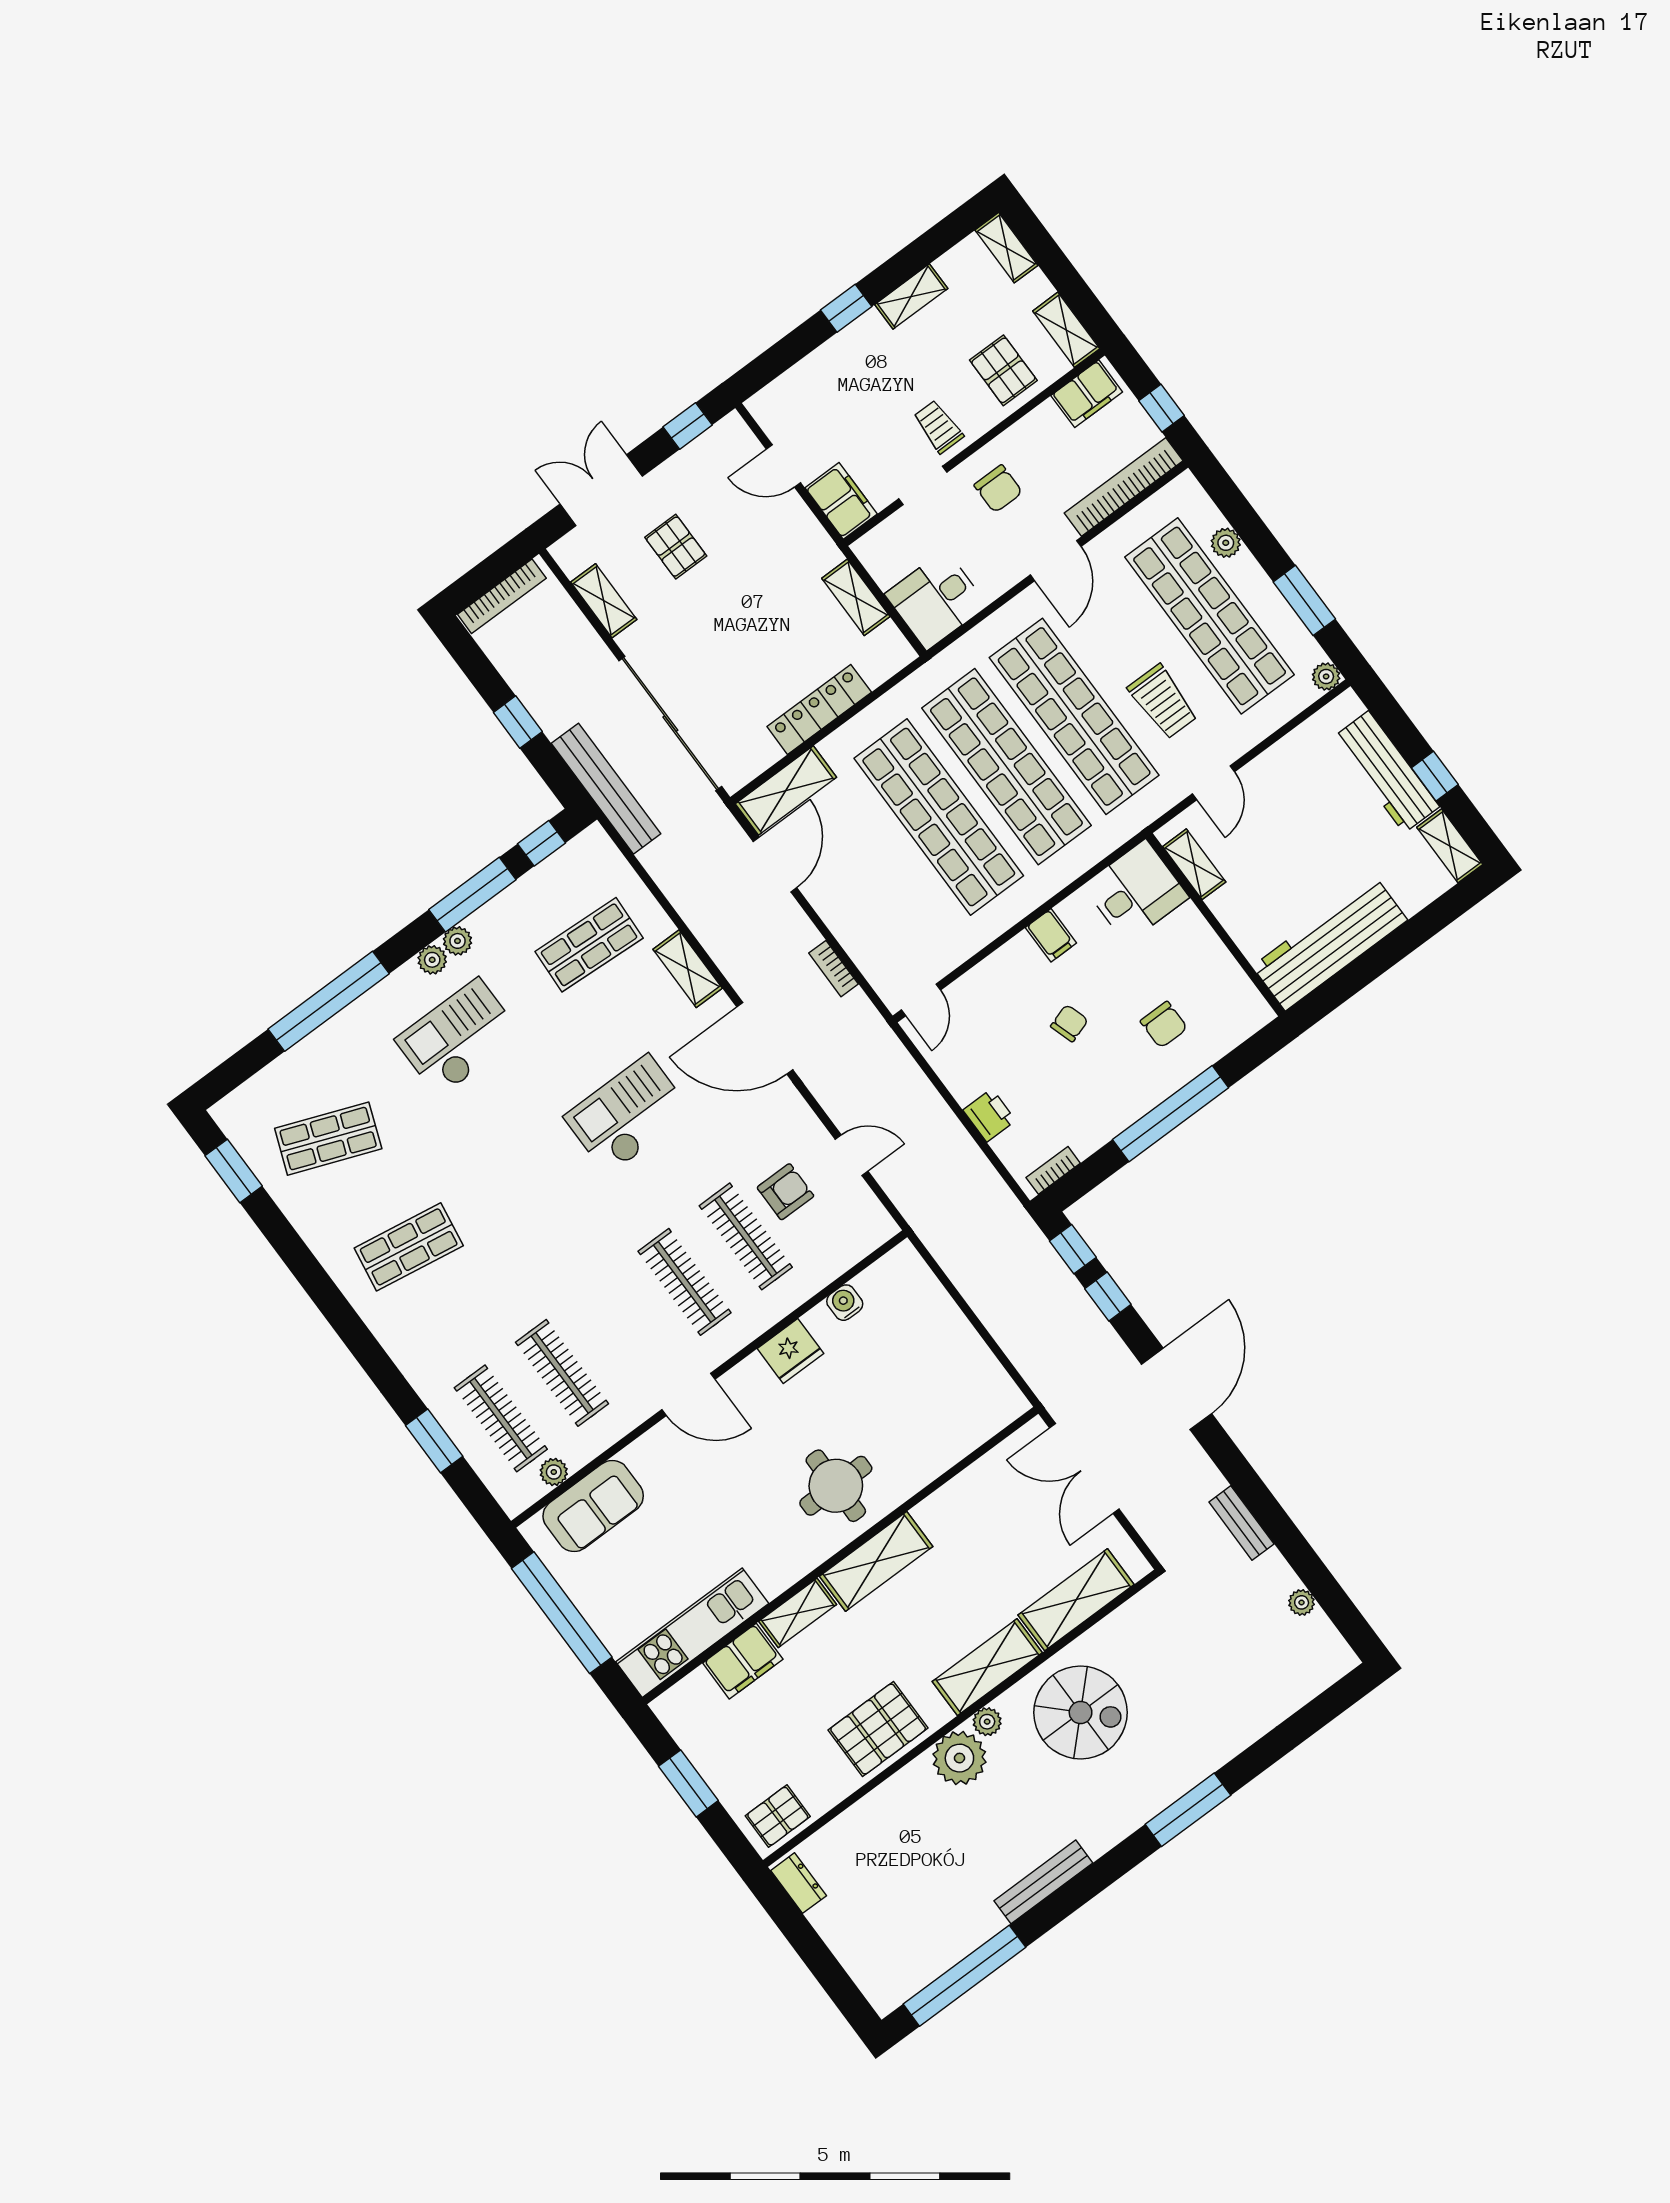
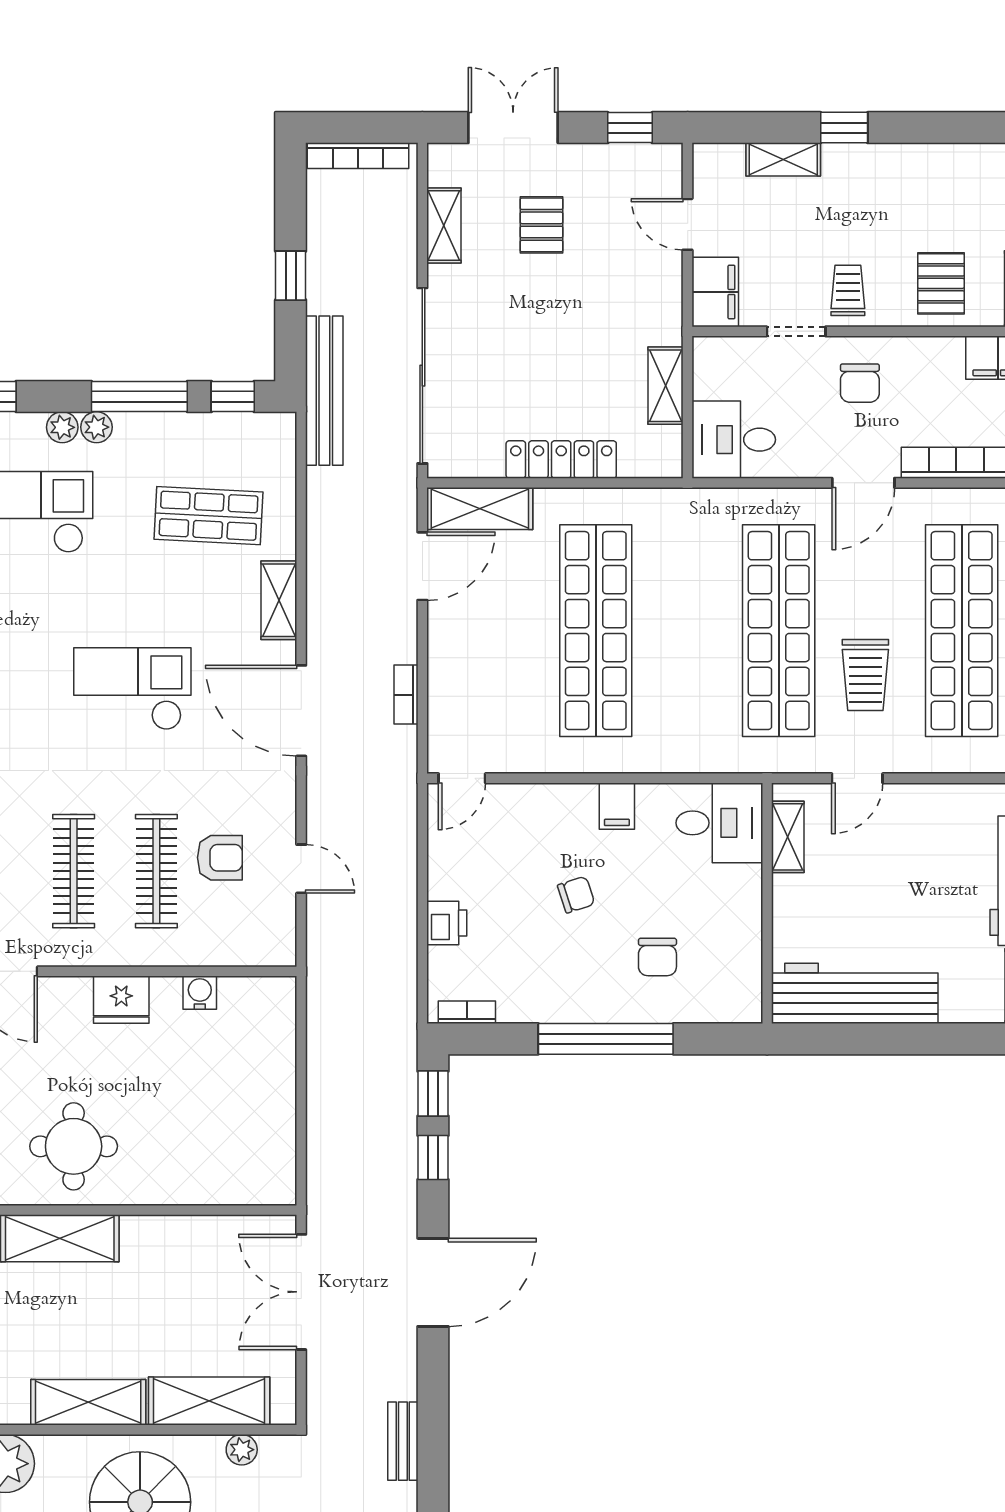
shelving: (911, 296) -> (783, 159), moved
shop shelf: (1006, 767) -> (687, 631), removed
plant: (987, 1722) -> (242, 1450), moved

